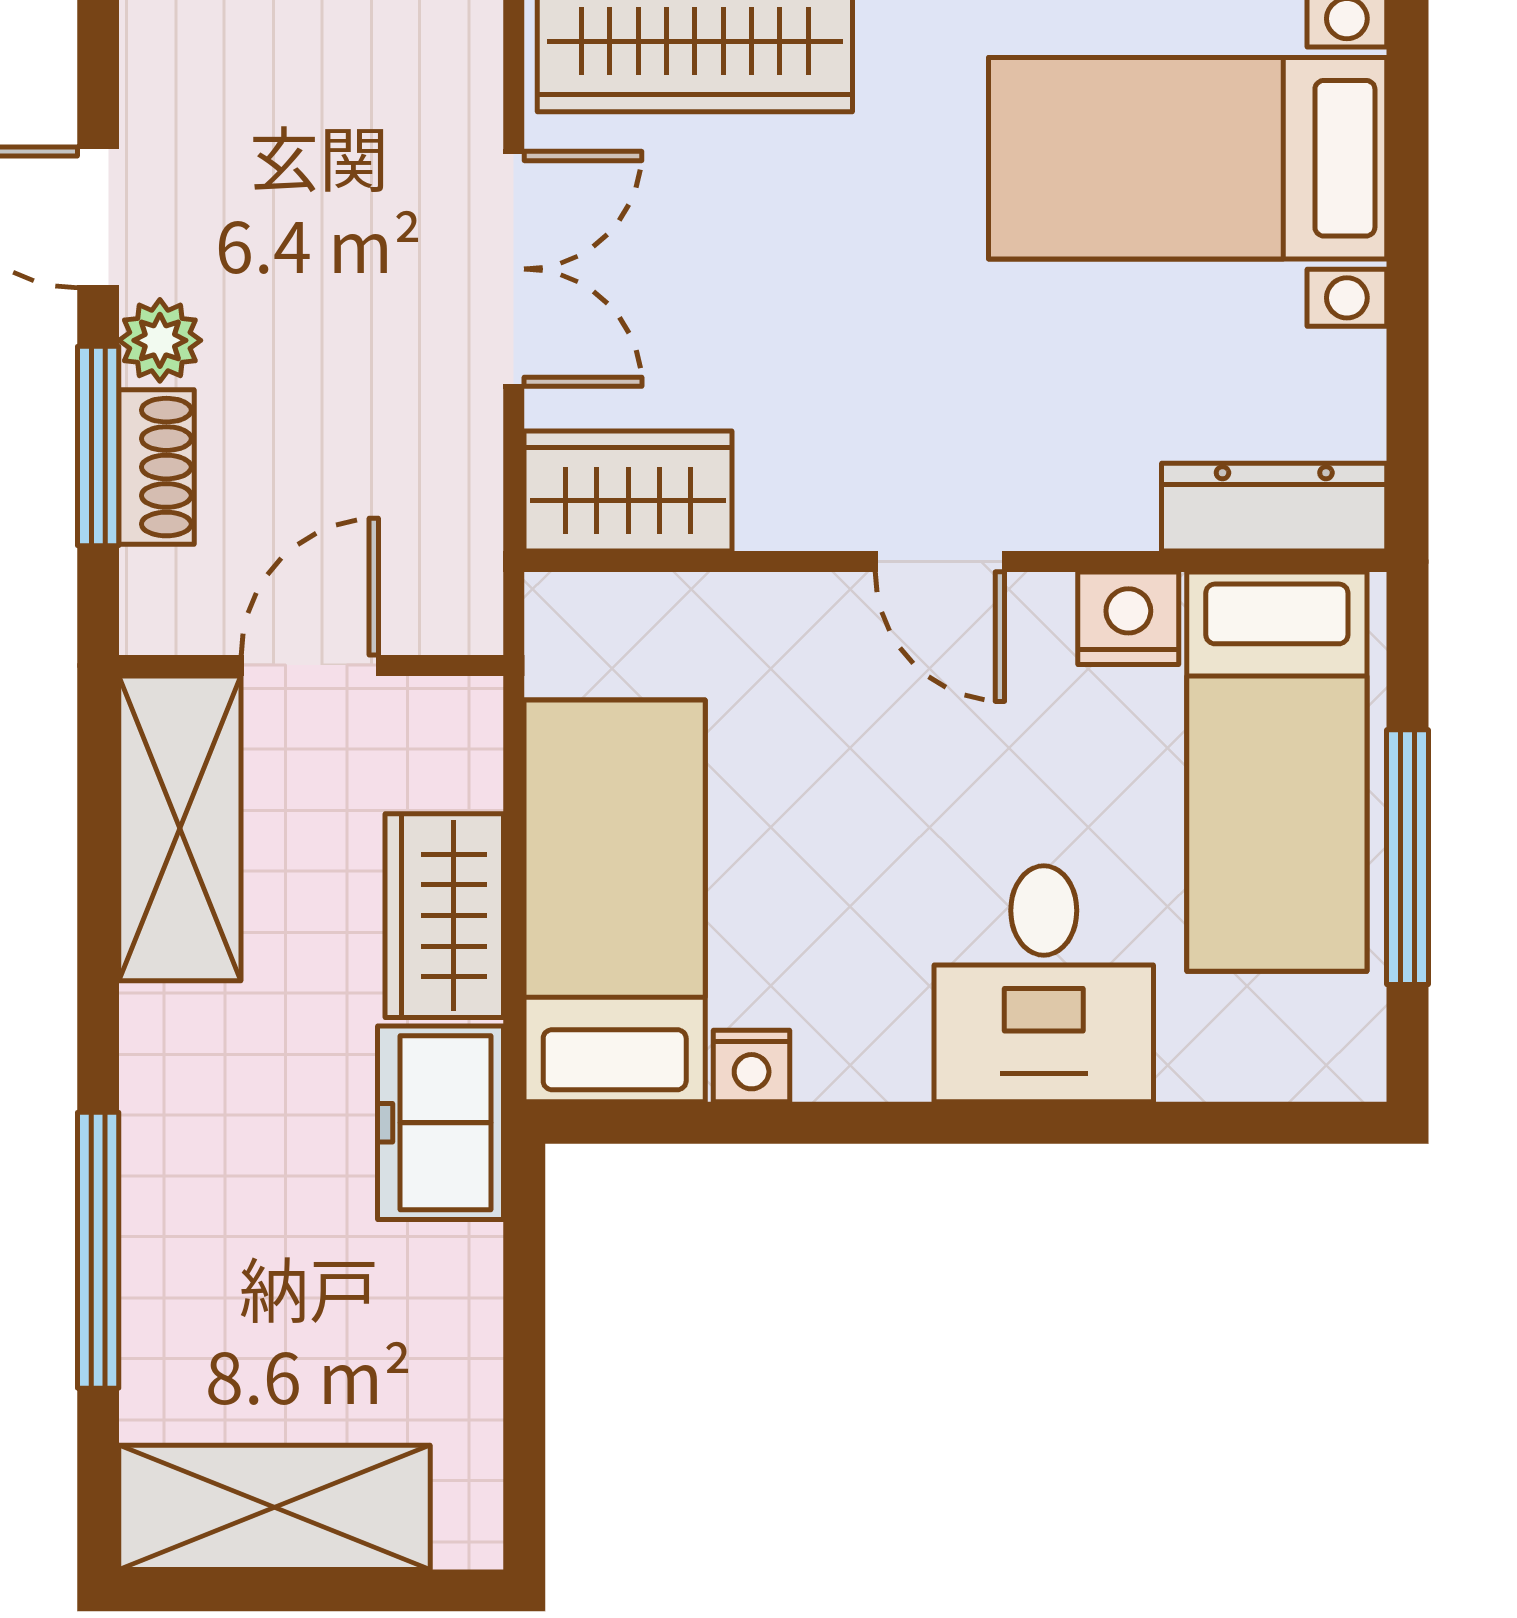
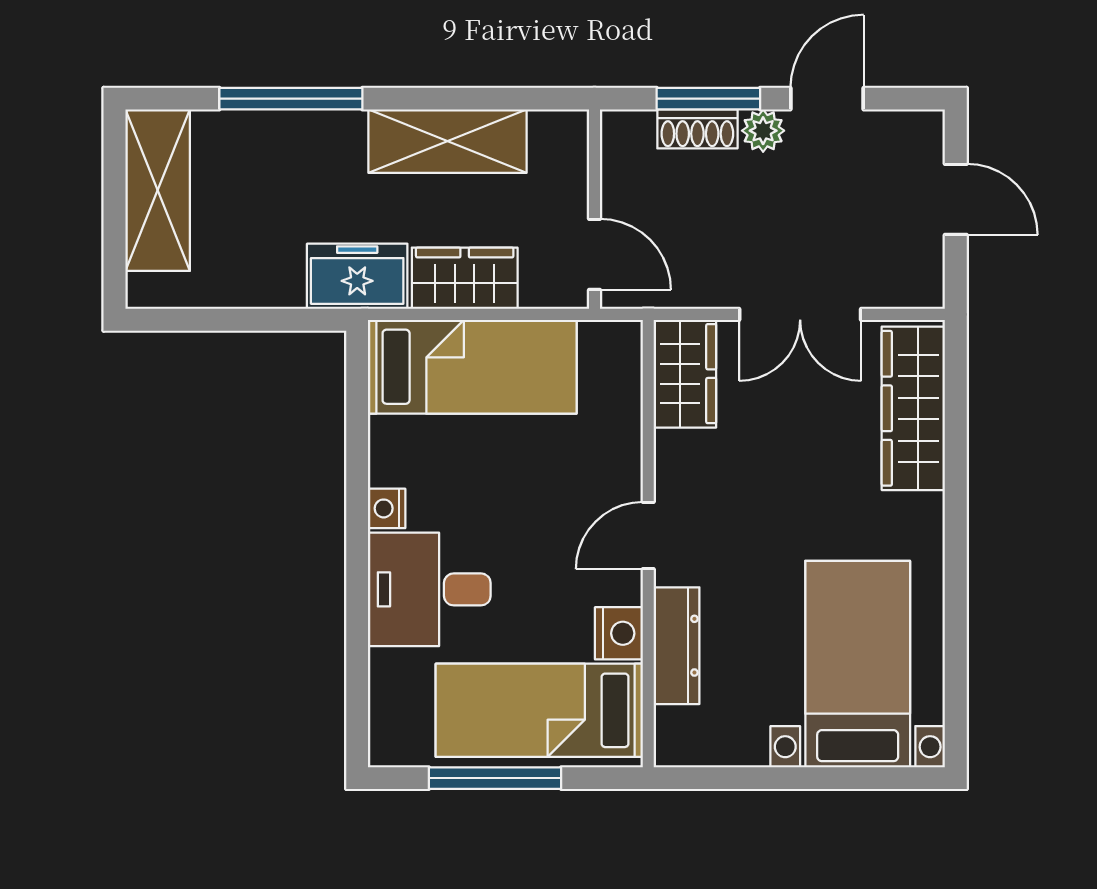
dresser: (1274, 507) -> (677, 646), moved
door: (310, 665) -> (594, 254), moved
shelving: (180, 828) -> (447, 141), moved
nightstand: (752, 1066) -> (387, 508), moved

